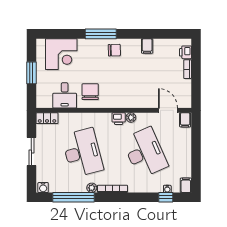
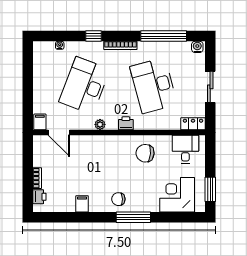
window: (31, 73) -> (210, 189), moved
chair: (90, 92) -> (145, 153), turned 95
desk: (65, 95) -> (185, 149), moved
printer: (119, 119) -> (126, 123), moved
desk: (145, 153) -> (84, 86), turned 45
filing cabinet: (186, 185) -> (39, 49), removed
plant: (92, 188) -> (143, 47), removed
window: (166, 197) -> (94, 36), moved

